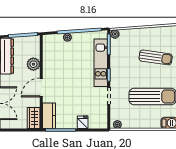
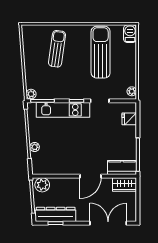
plant: (33, 64) -> (42, 185), moved
door: (41, 87) -> (90, 176), hinge flipped
fridge: (83, 122) -> (129, 119), moved

